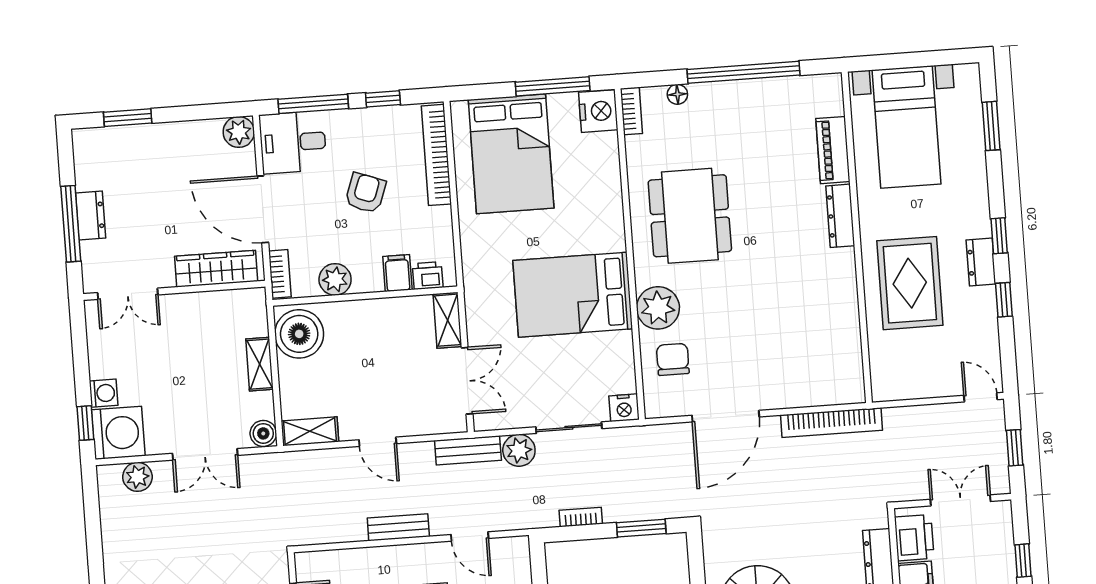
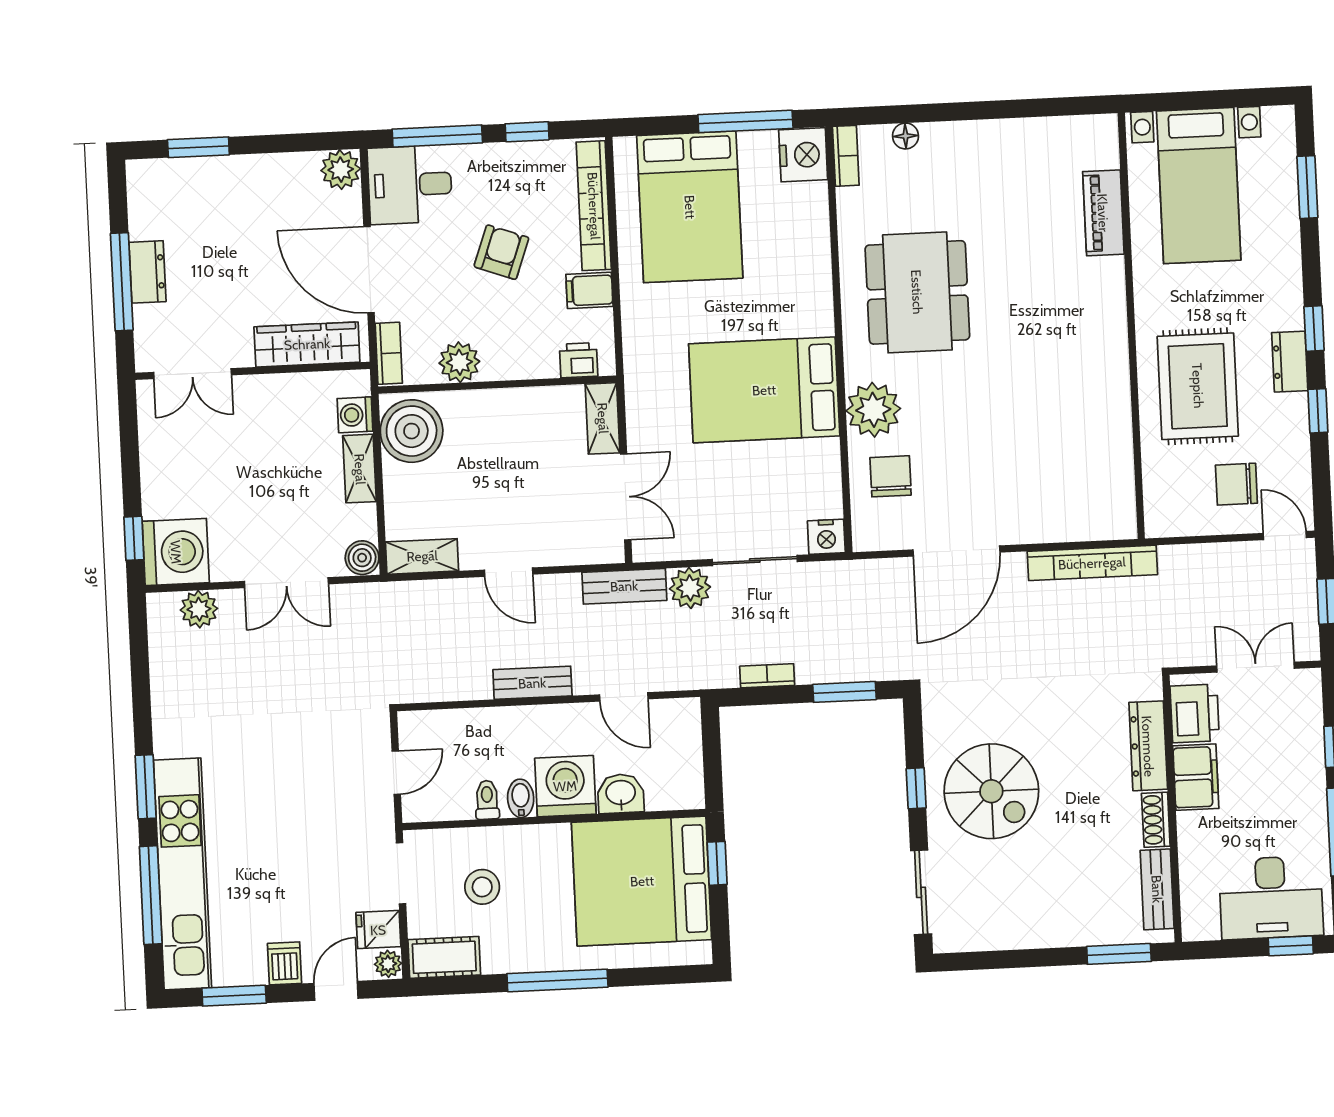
window: (744, 72) -> (991, 110), removed
dresser: (840, 216) -> (1111, 297), removed
filing cabinet: (397, 273) -> (589, 290), moved, turned -90
chair: (942, 358) -> (1236, 484), added
washing machine: (104, 393) -> (355, 415), moved, turned 180

